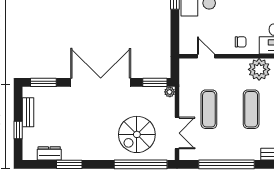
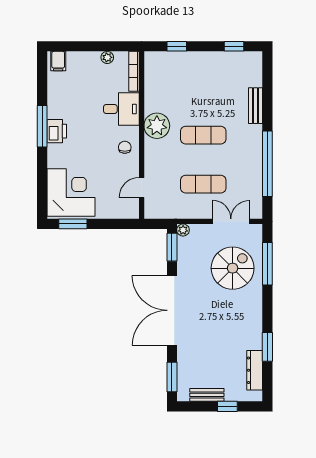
spiral stairs: (137, 134) -> (233, 268), turned -90
dresser: (49, 153) -> (255, 370), width x1.44
window: (141, 164) -> (267, 264), width x0.68

